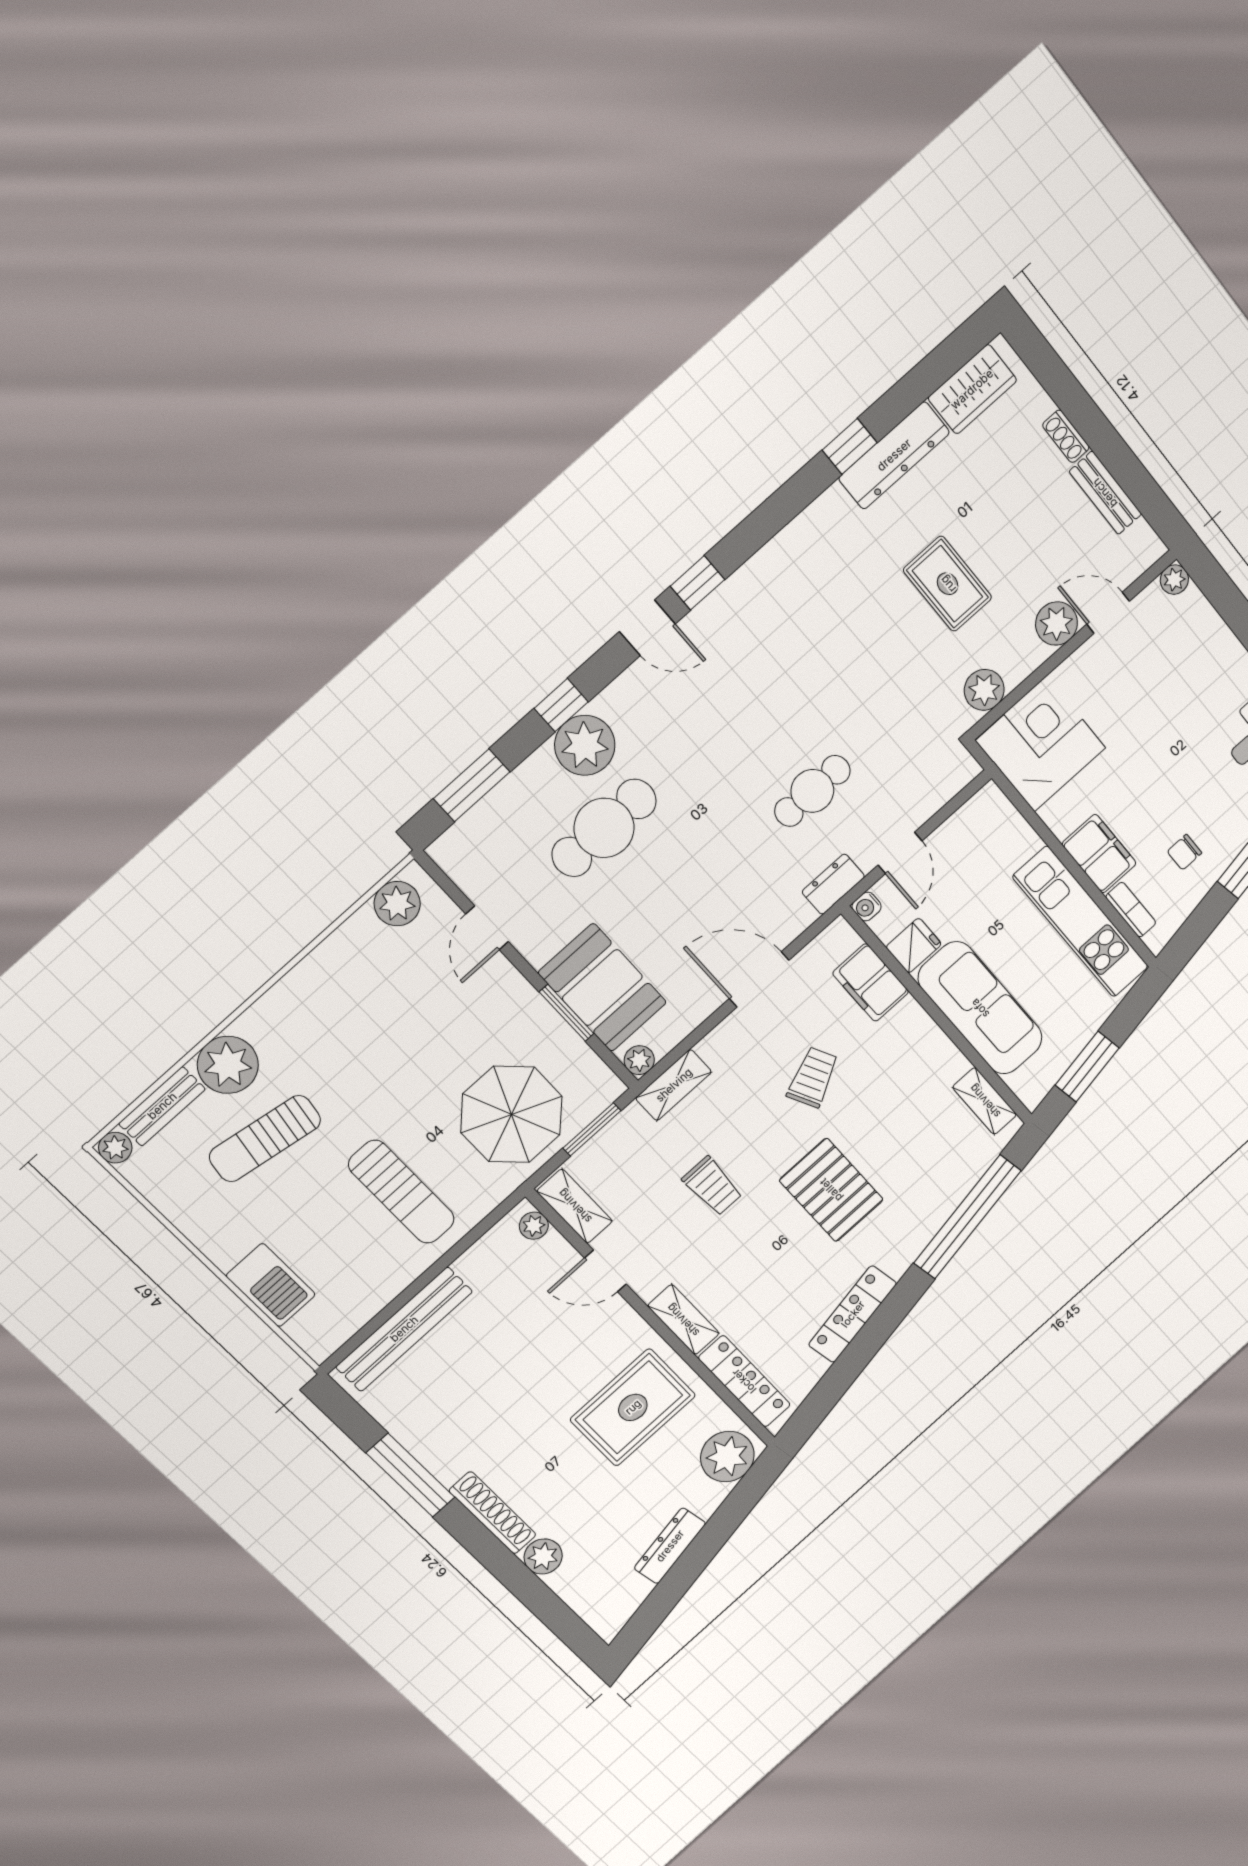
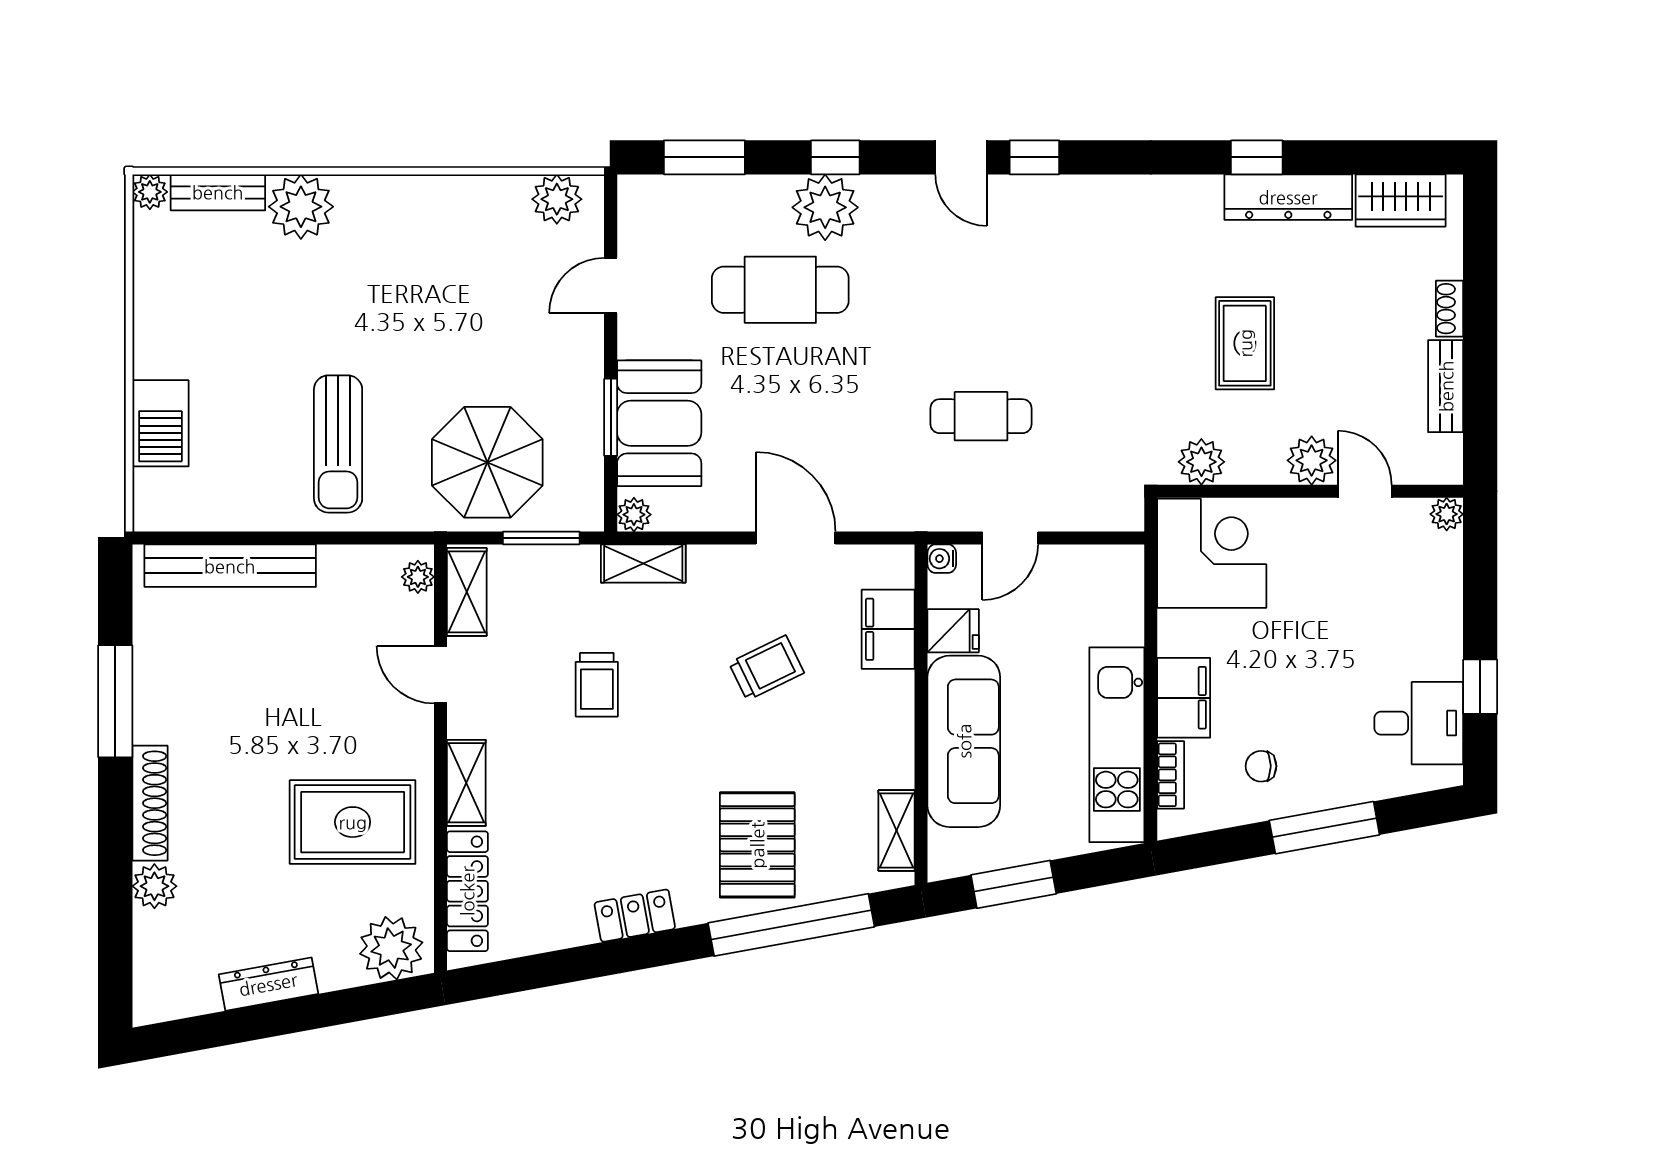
dresser: (833, 884) -> (930, 513), removed
sun lounger: (265, 1139) -> (272, 295), removed
pallet: (831, 1190) -> (757, 845), moved
locker: (853, 1314) -> (635, 916), width x0.66

